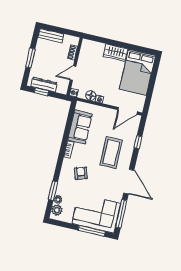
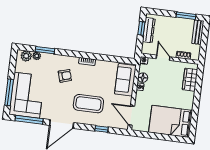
wardrobe: (115, 53) -> (190, 80), moved
window: (30, 58) -> (186, 16), moved
sofa: (80, 127) -> (125, 80), moved, turned 90

